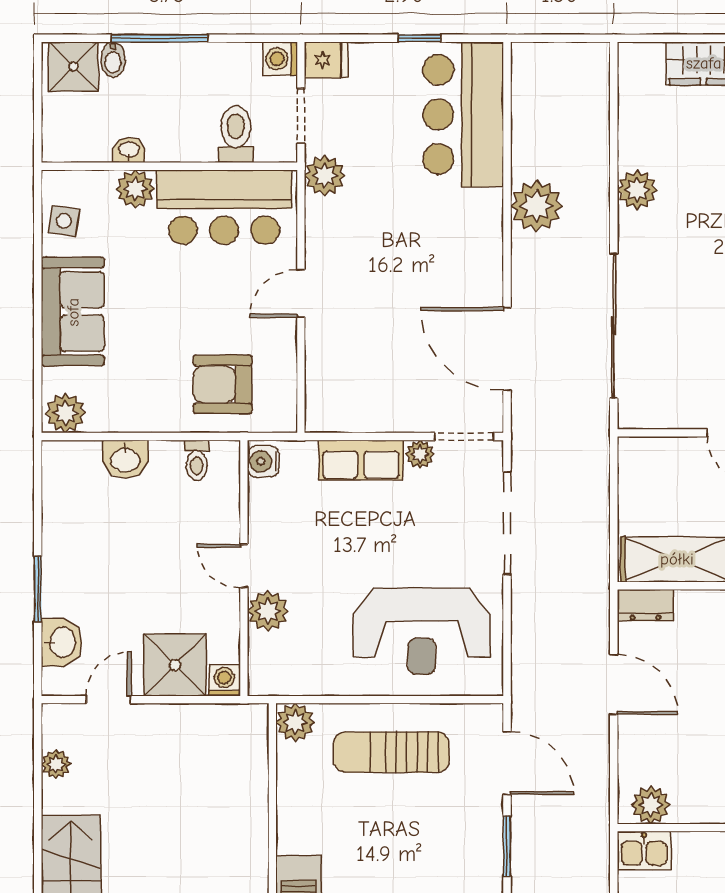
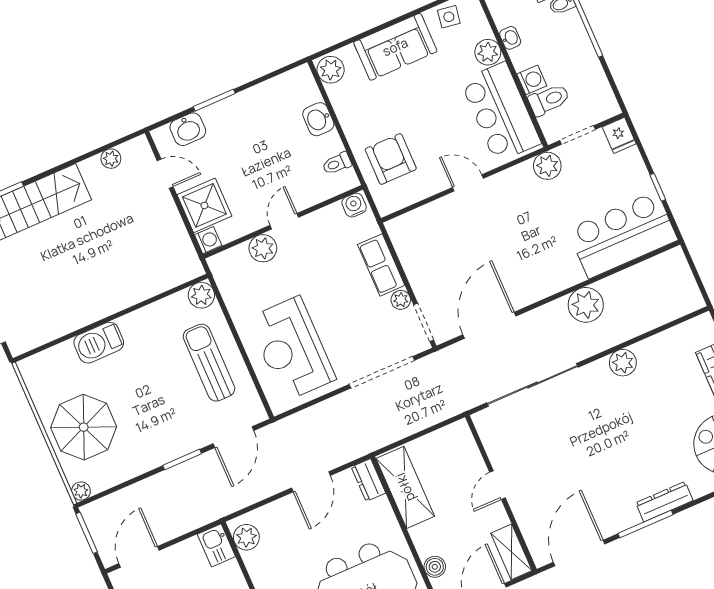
washing machine: (280, 59) -> (532, 80), moved, turned 90

